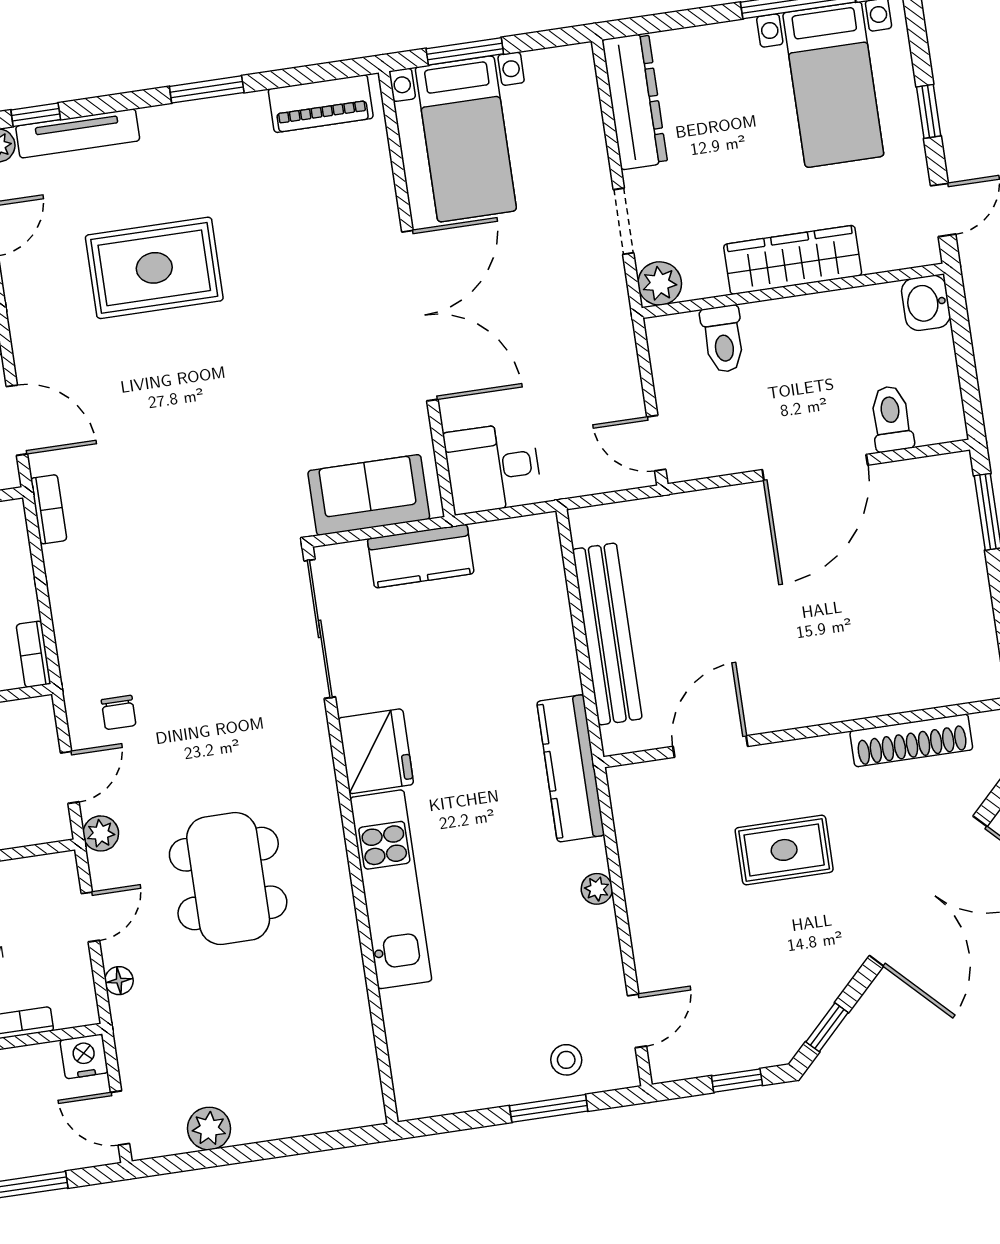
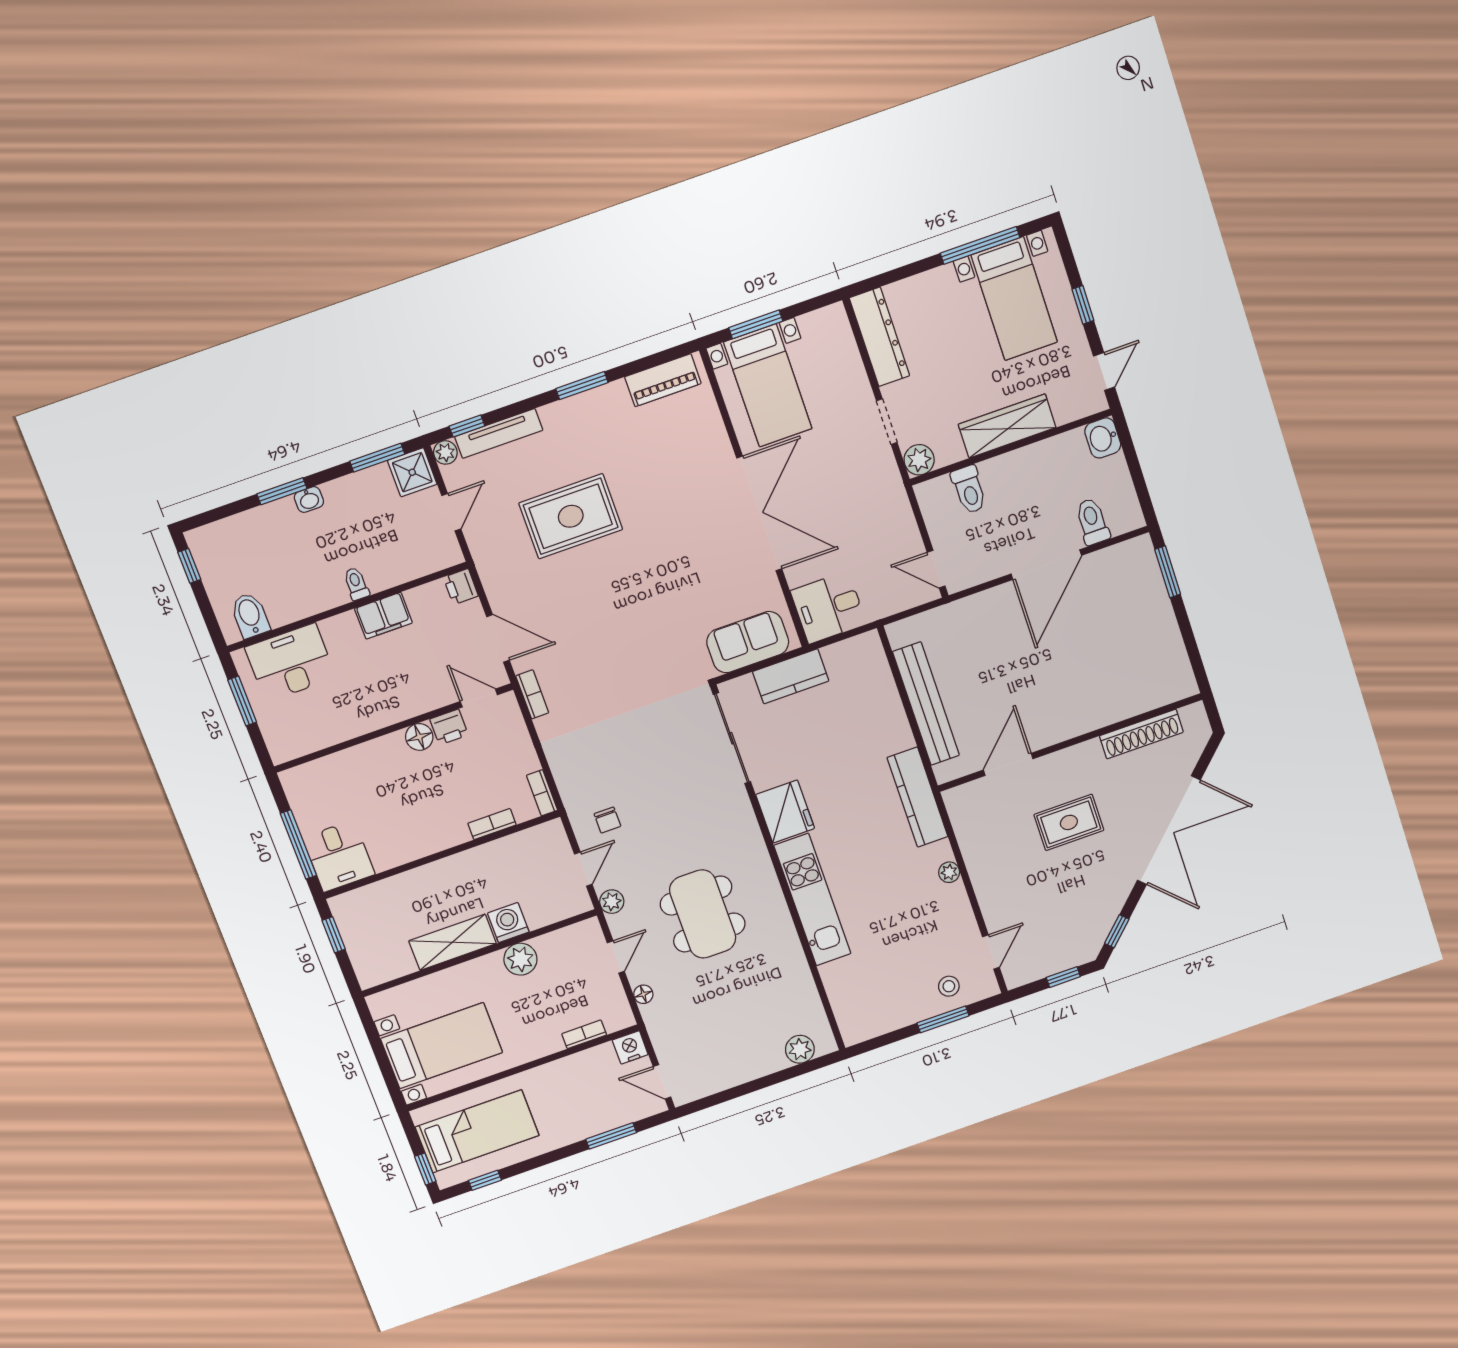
plant: (209, 1128) -> (800, 1049), moved

